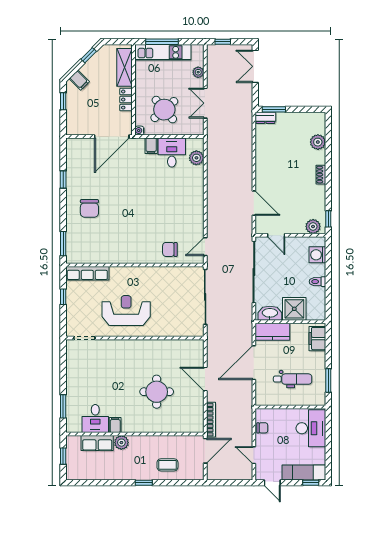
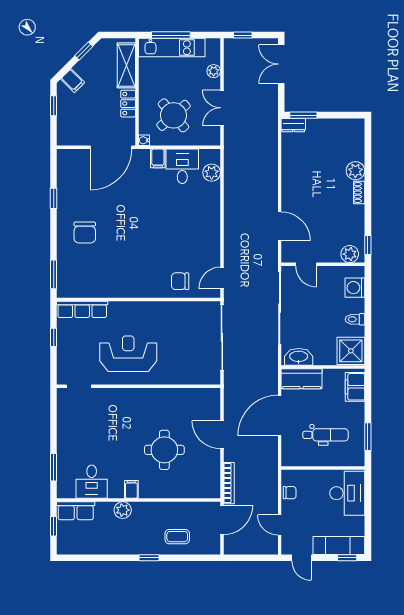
plant: (318, 142) -> (355, 171), moved
shower: (294, 309) -> (351, 351), moved
filing cabinet: (115, 425) -> (131, 489), moved
row of seats: (97, 443) -> (76, 511), moved

